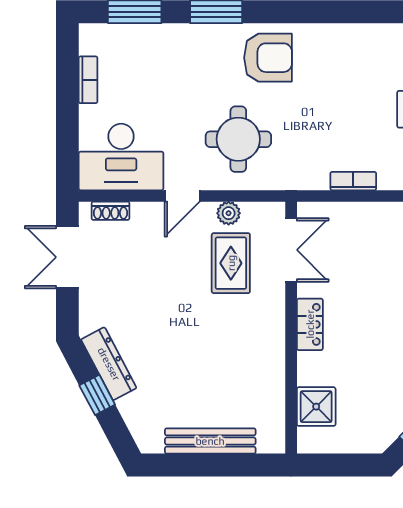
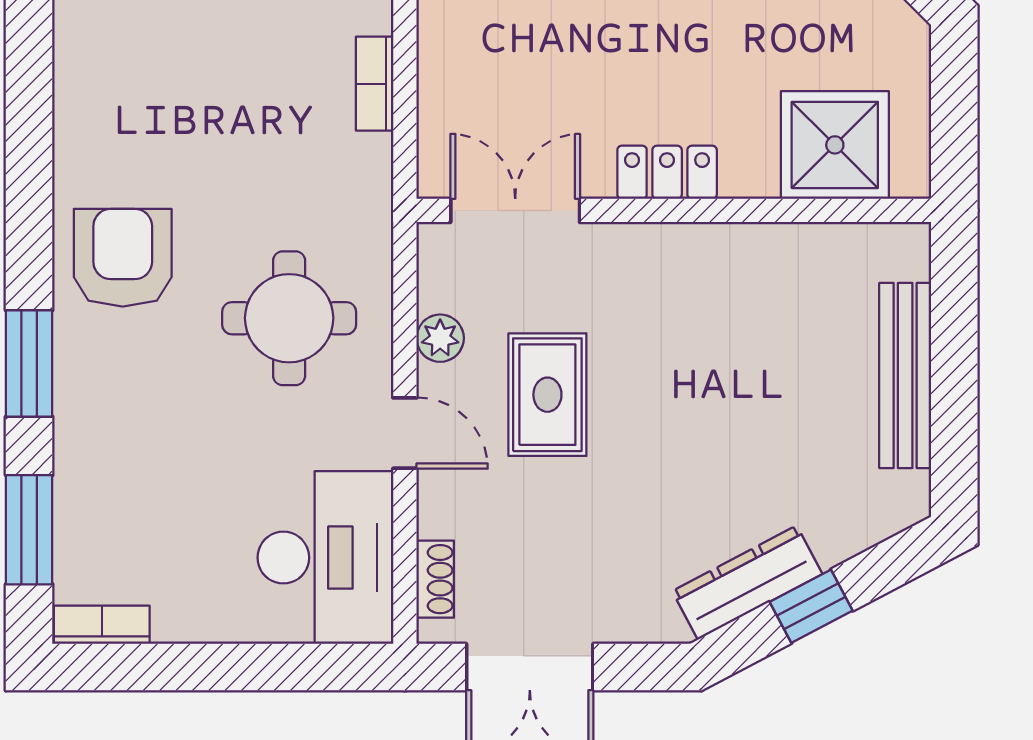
bookcase: (88, 80) -> (102, 625), moved
rug: (231, 263) -> (547, 395), moved, turned 90
shower: (316, 407) -> (835, 145), width x1.36, depth x1.36

